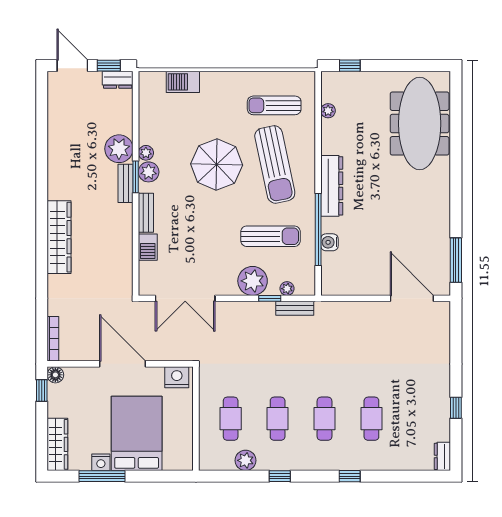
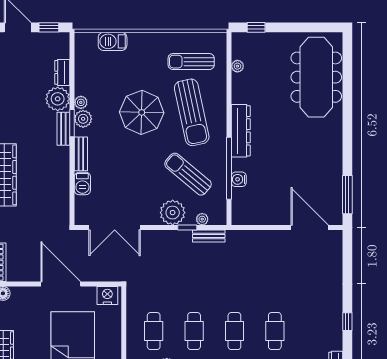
dresser: (118, 80) -> (62, 72), moved, turned 90
sun lounger: (271, 236) -> (188, 174), turned -140

